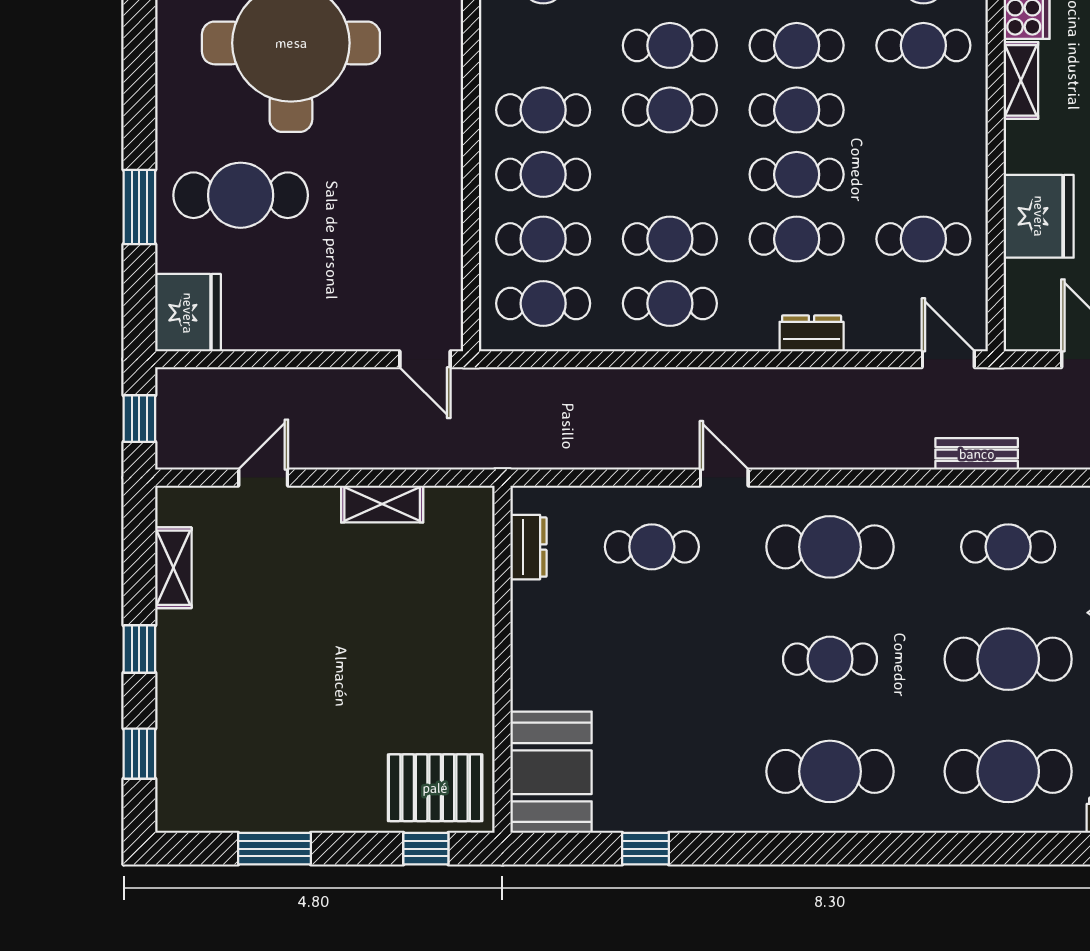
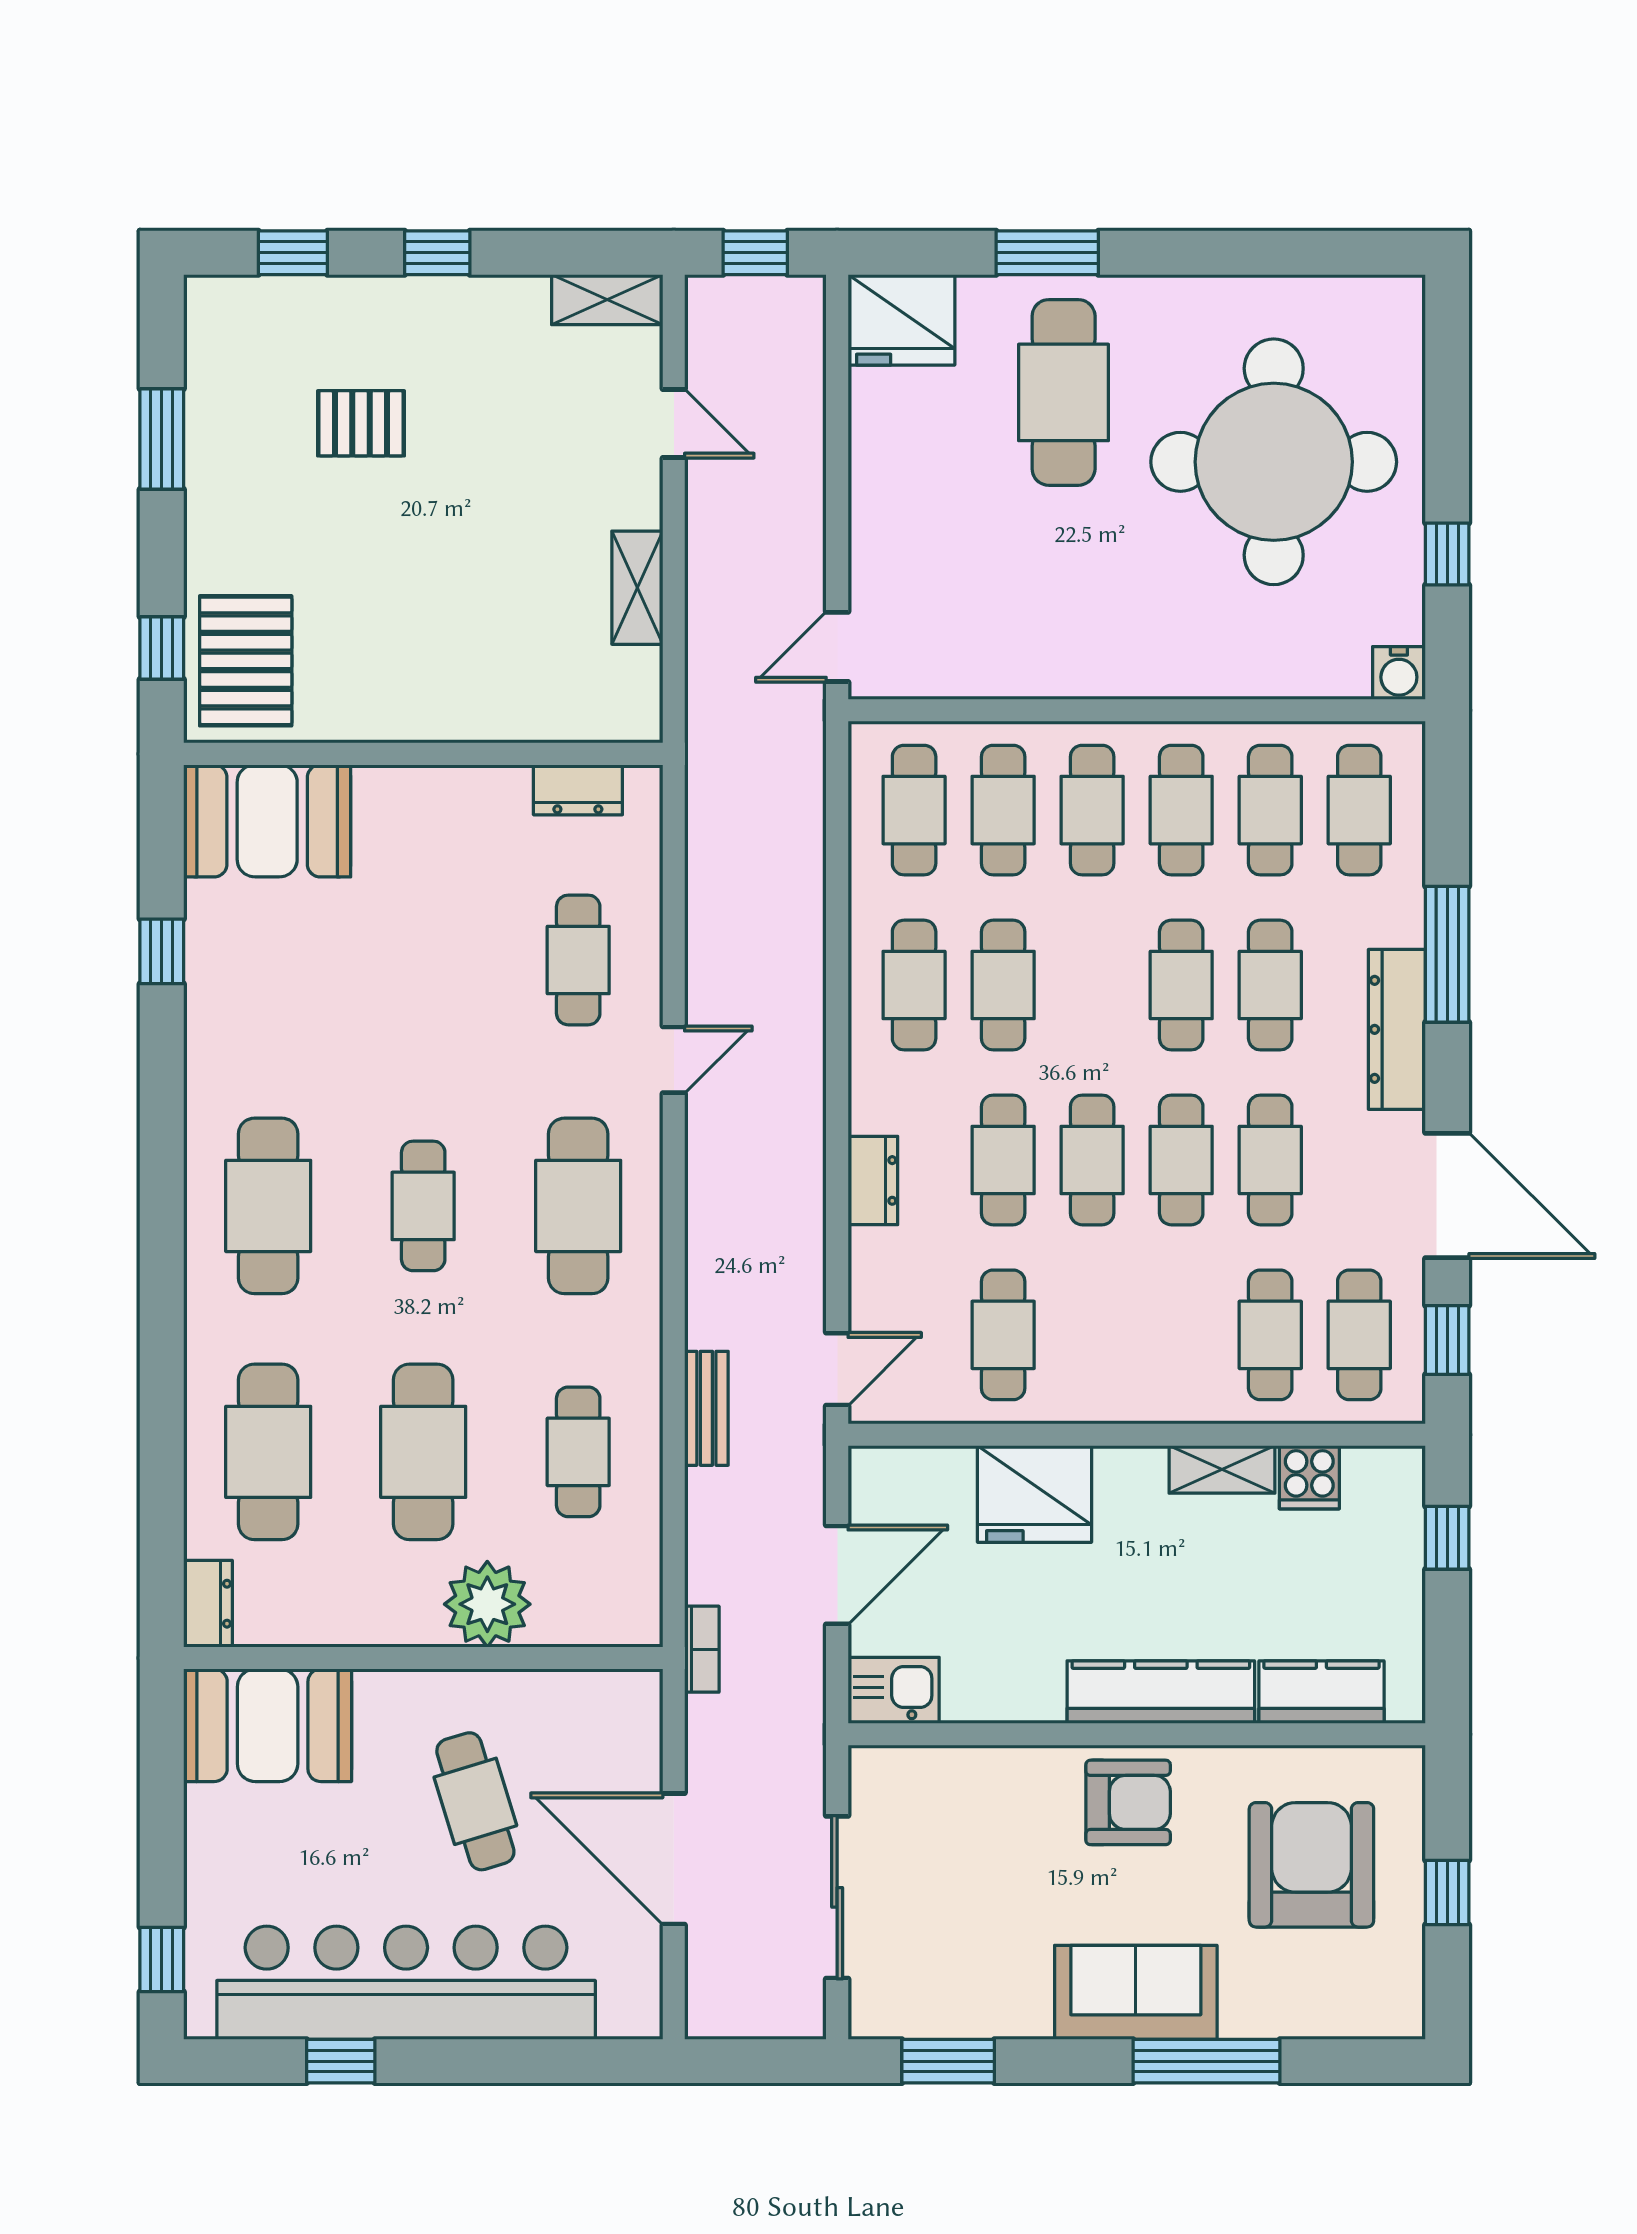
cafe table: (543, 45) -> (1270, 810), added
shelving: (173, 568) -> (607, 300), moved
pallet: (263, 704) -> (361, 423), added

